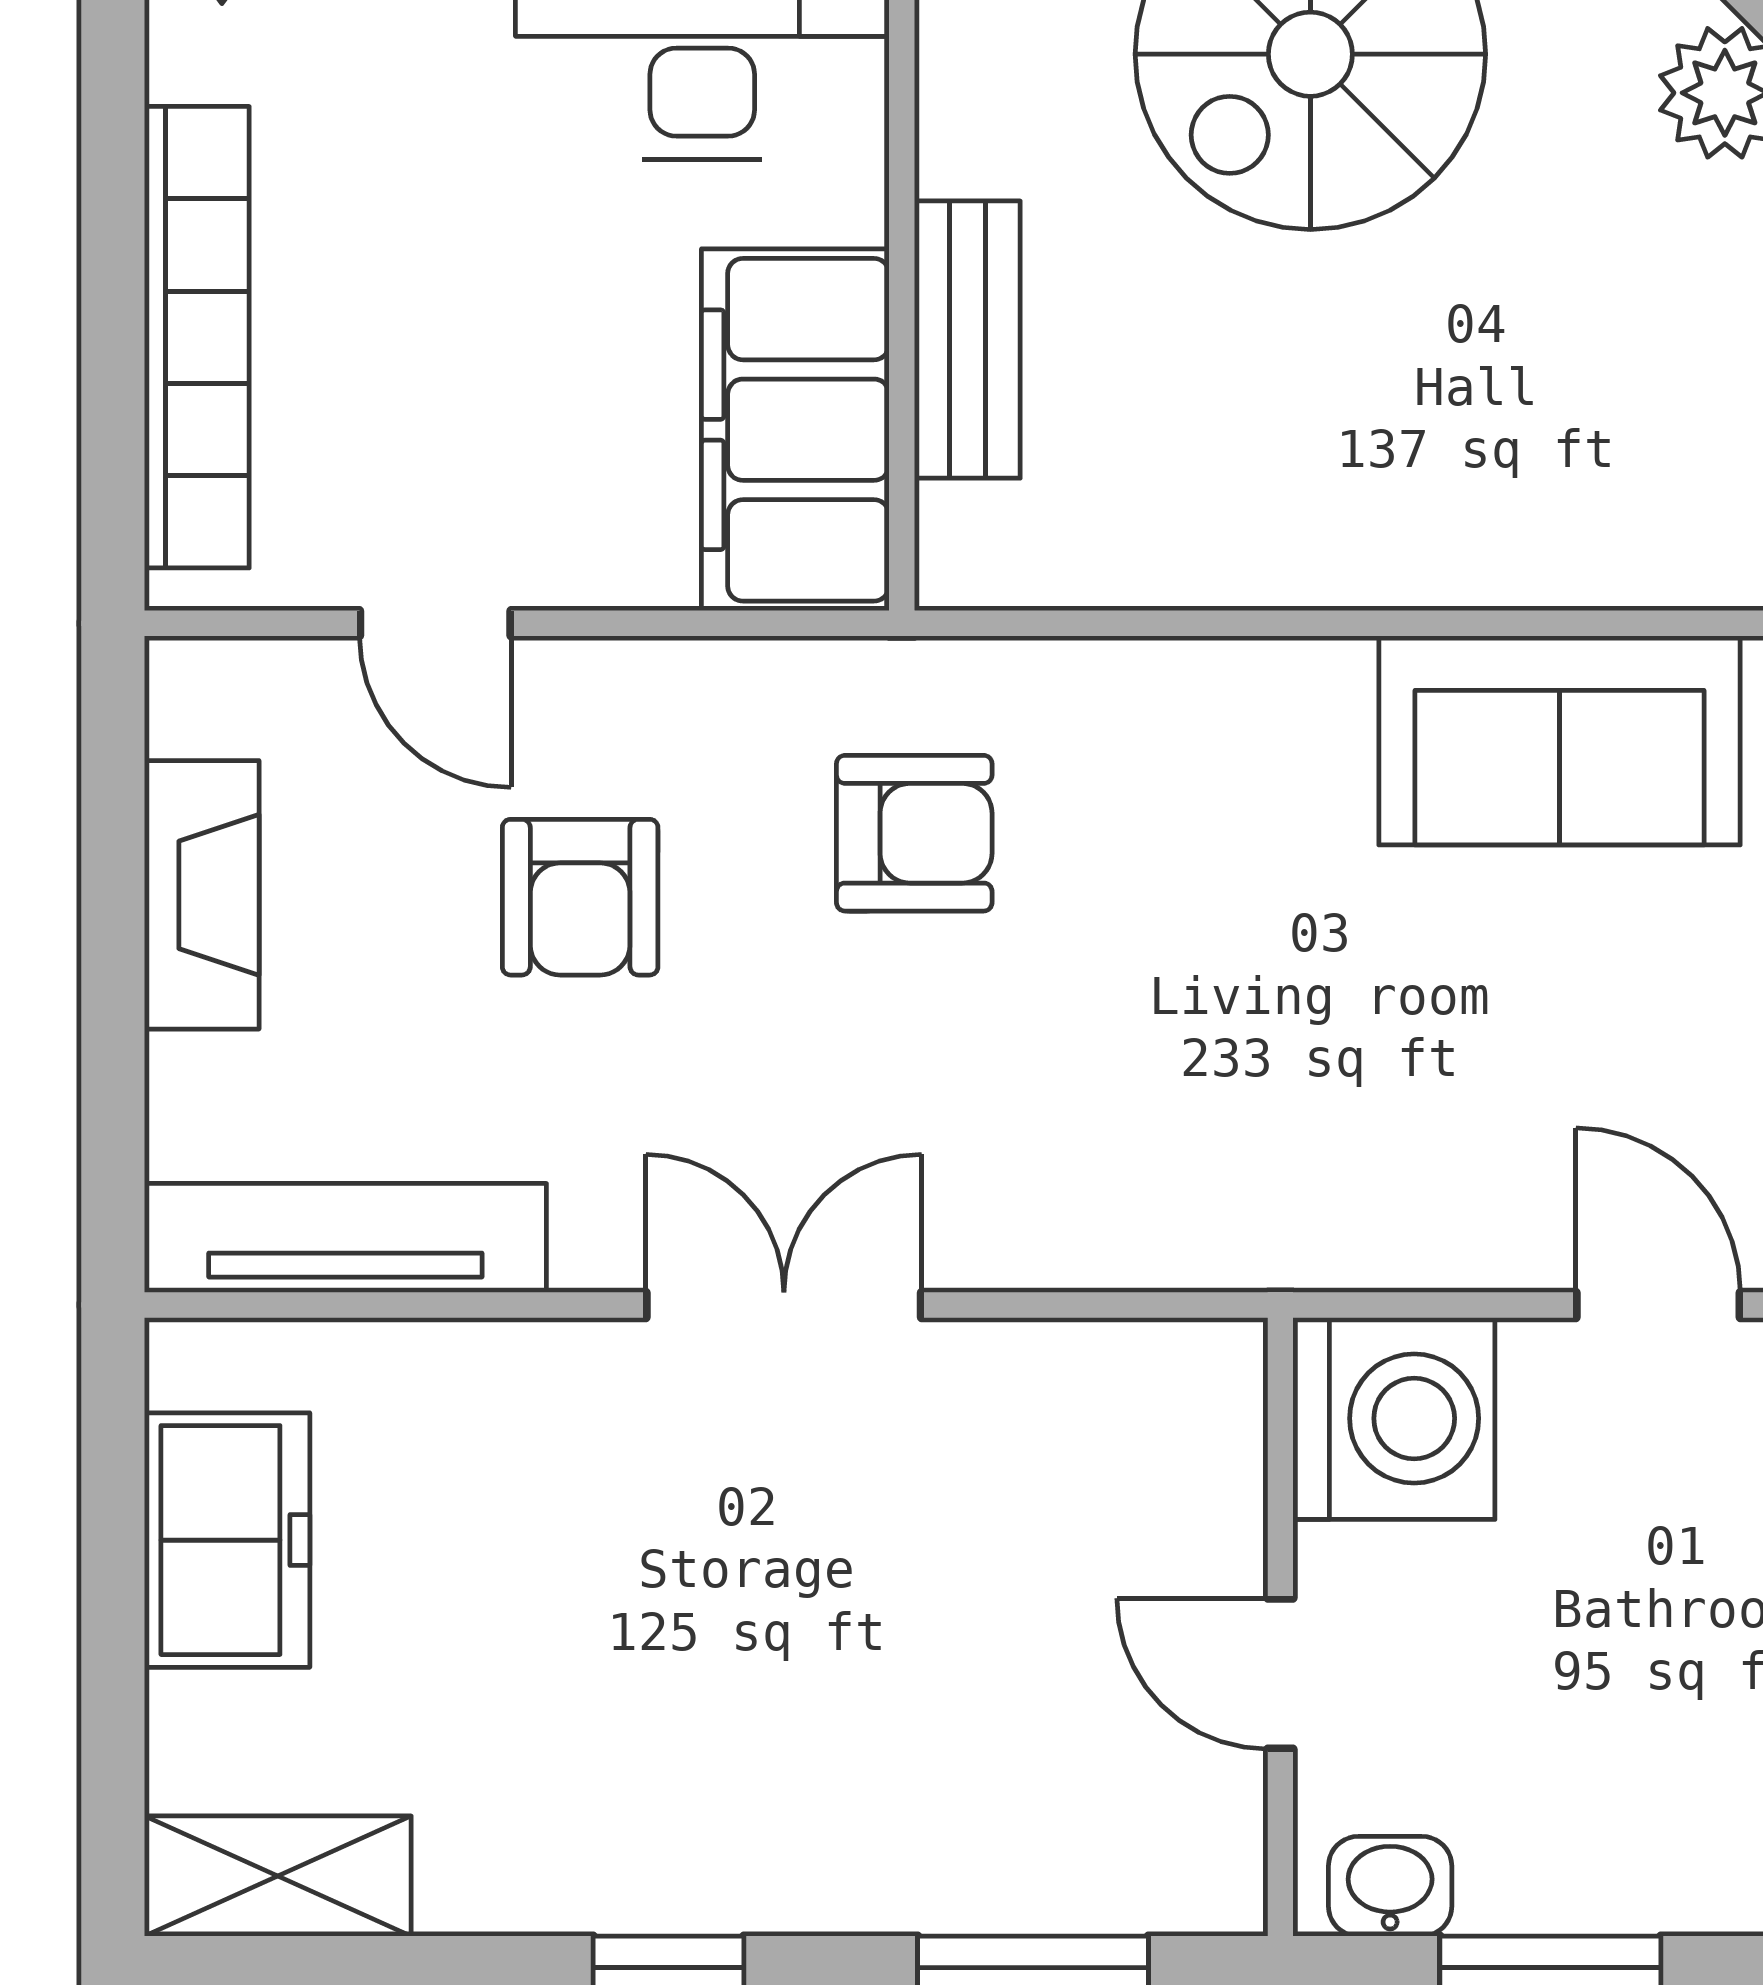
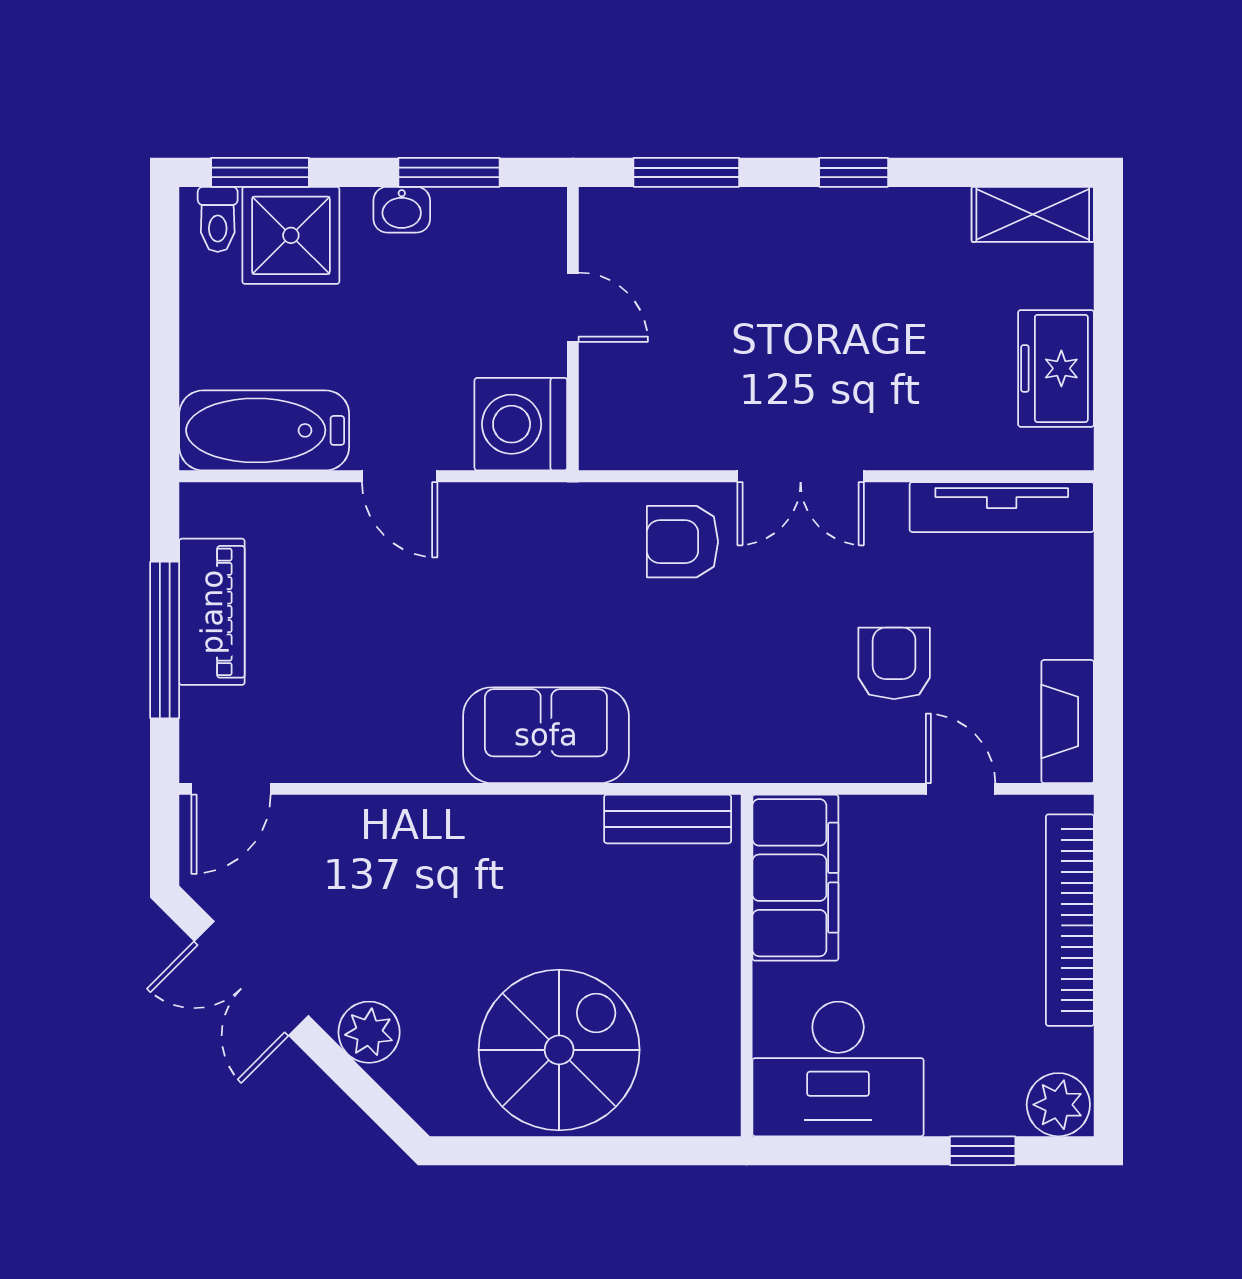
bench: (967, 340) -> (668, 819), moved, turned 90
sofa: (1560, 740) -> (546, 735), moved
armchair: (914, 833) -> (682, 542), moved
fireplace: (202, 895) -> (1068, 722), moved
washbasin: (1390, 1886) -> (402, 210), moved

